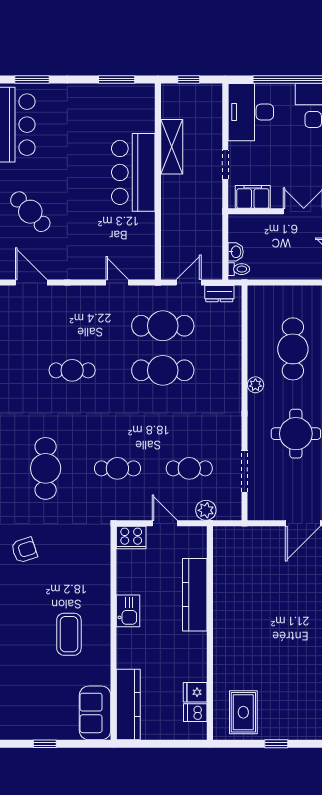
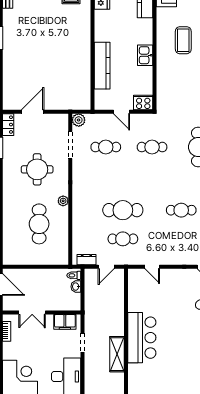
cafe table: (163, 326) -> (123, 239), width x0.73, depth x0.74
plant: (206, 510) -> (79, 120), moved

